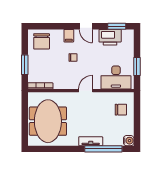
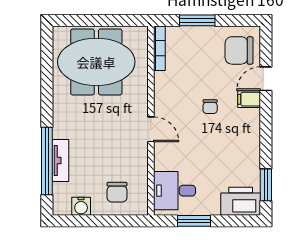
door: (86, 26) -> (266, 79), moved
printer: (110, 37) -> (241, 201), moved, turned 90
desk: (116, 77) -> (174, 191), width x0.73
tv unit: (91, 141) -> (60, 161), moved
water cooler: (129, 141) -> (81, 206), moved

